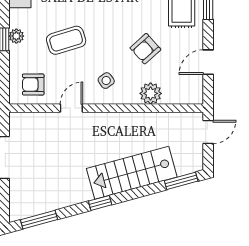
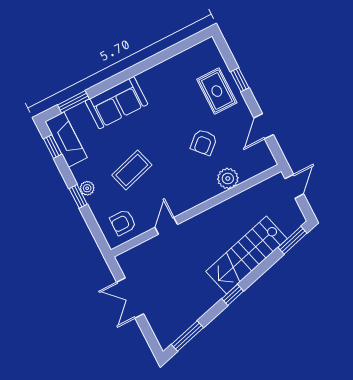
side table: (106, 81) -> (184, 187), removed

